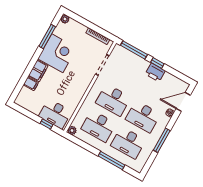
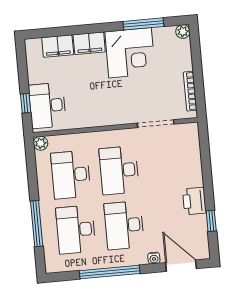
window: (134, 50) -> (205, 152), removed
window: (157, 63) -> (211, 221), moved
filing cabinet: (31, 84) -> (58, 46), width x2.00
window: (162, 140) -> (110, 272), width x1.46

